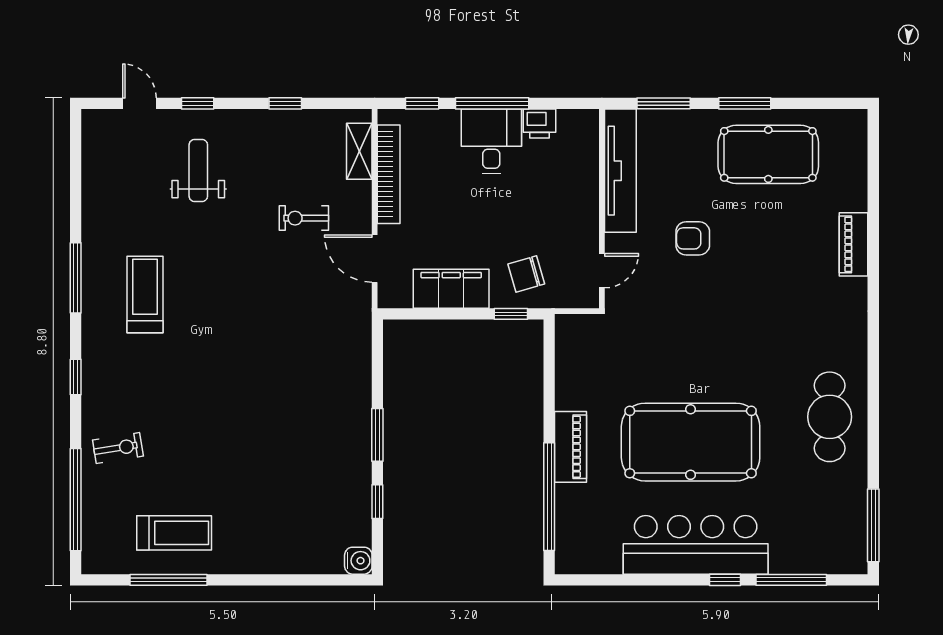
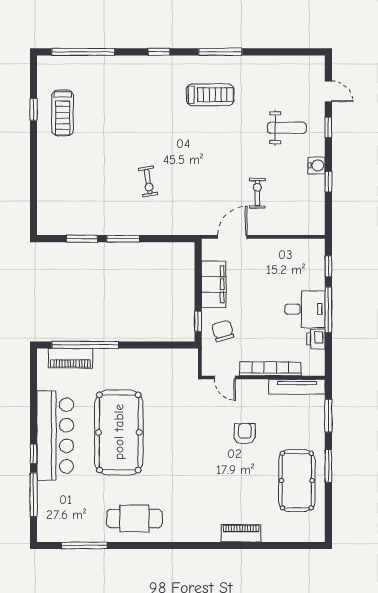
door: (139, 103) -> (328, 91), hinge flipped
shelving: (359, 151) -> (299, 227), removed
tv unit: (620, 171) -> (297, 387), width x0.73, depth x0.78
bookcase: (389, 174) -> (270, 369), moved, turned 180
piano: (571, 447) -> (70, 358), moved
exercise bike: (118, 448) -> (148, 182), moved
window: (377, 502) -> (82, 239), width x1.50
window: (873, 525) -> (84, 545), moved
water cooler: (358, 561) -> (317, 165), moved, turned -90
window: (168, 580) -> (34, 109), width x0.46

